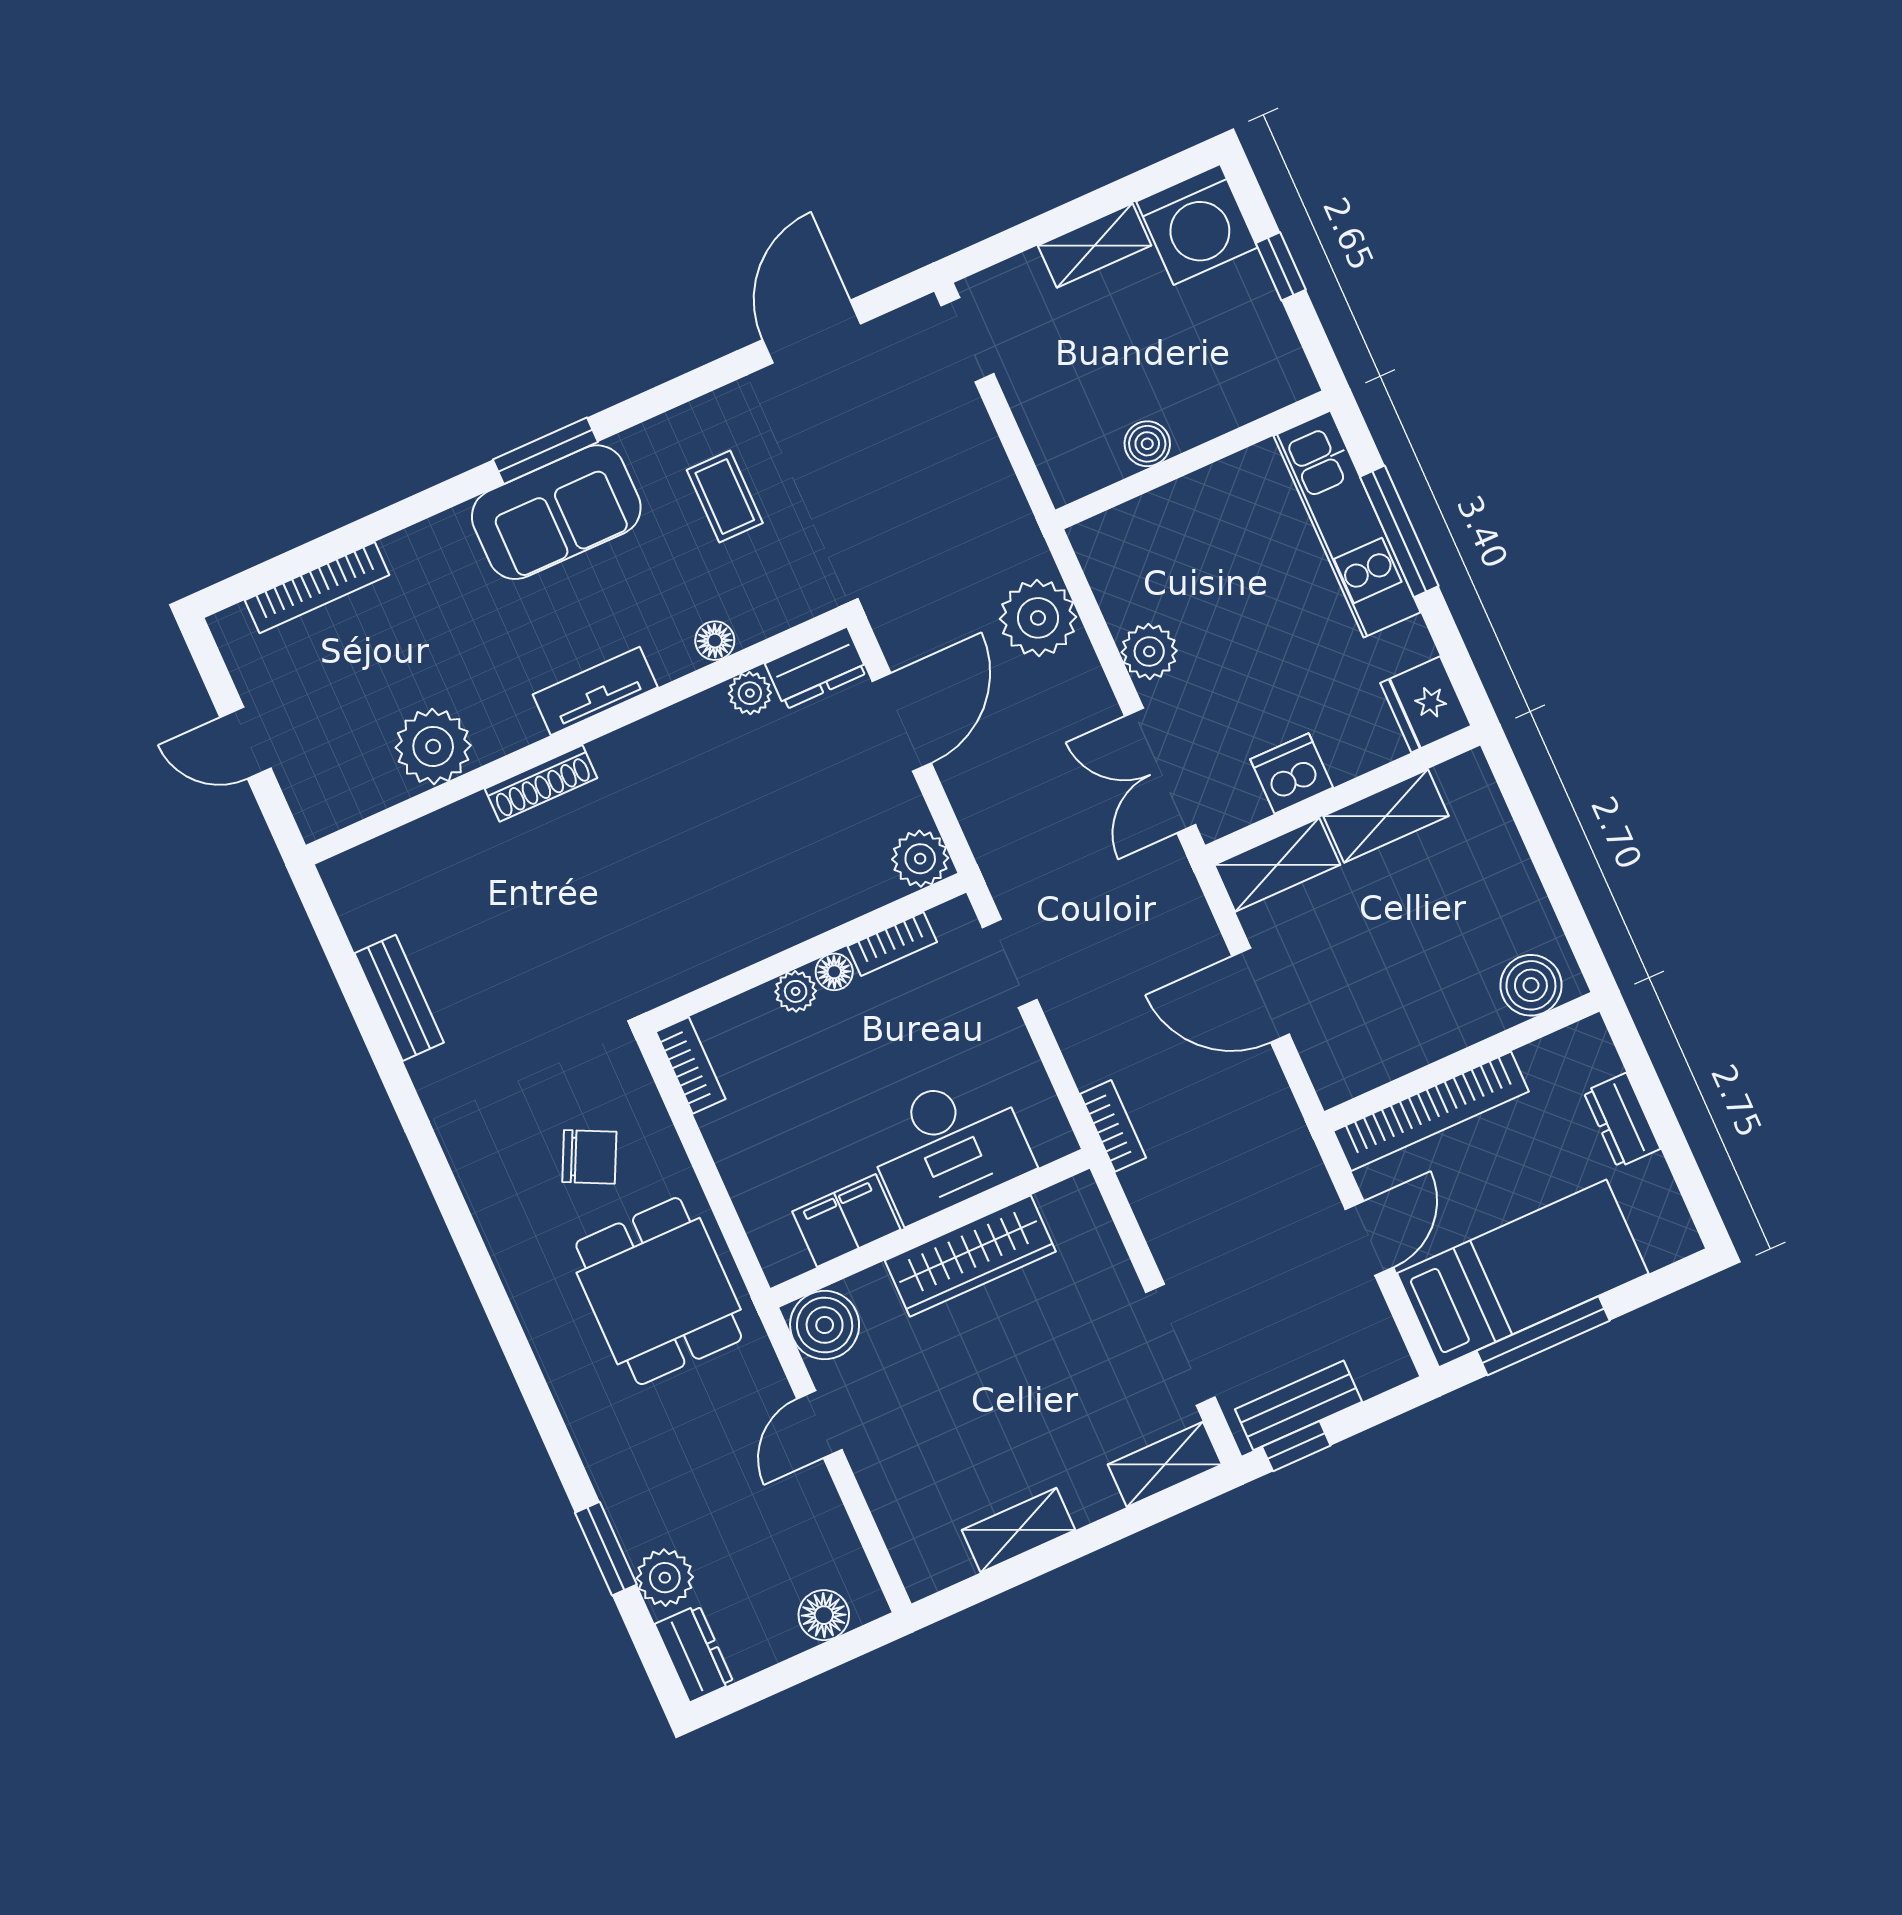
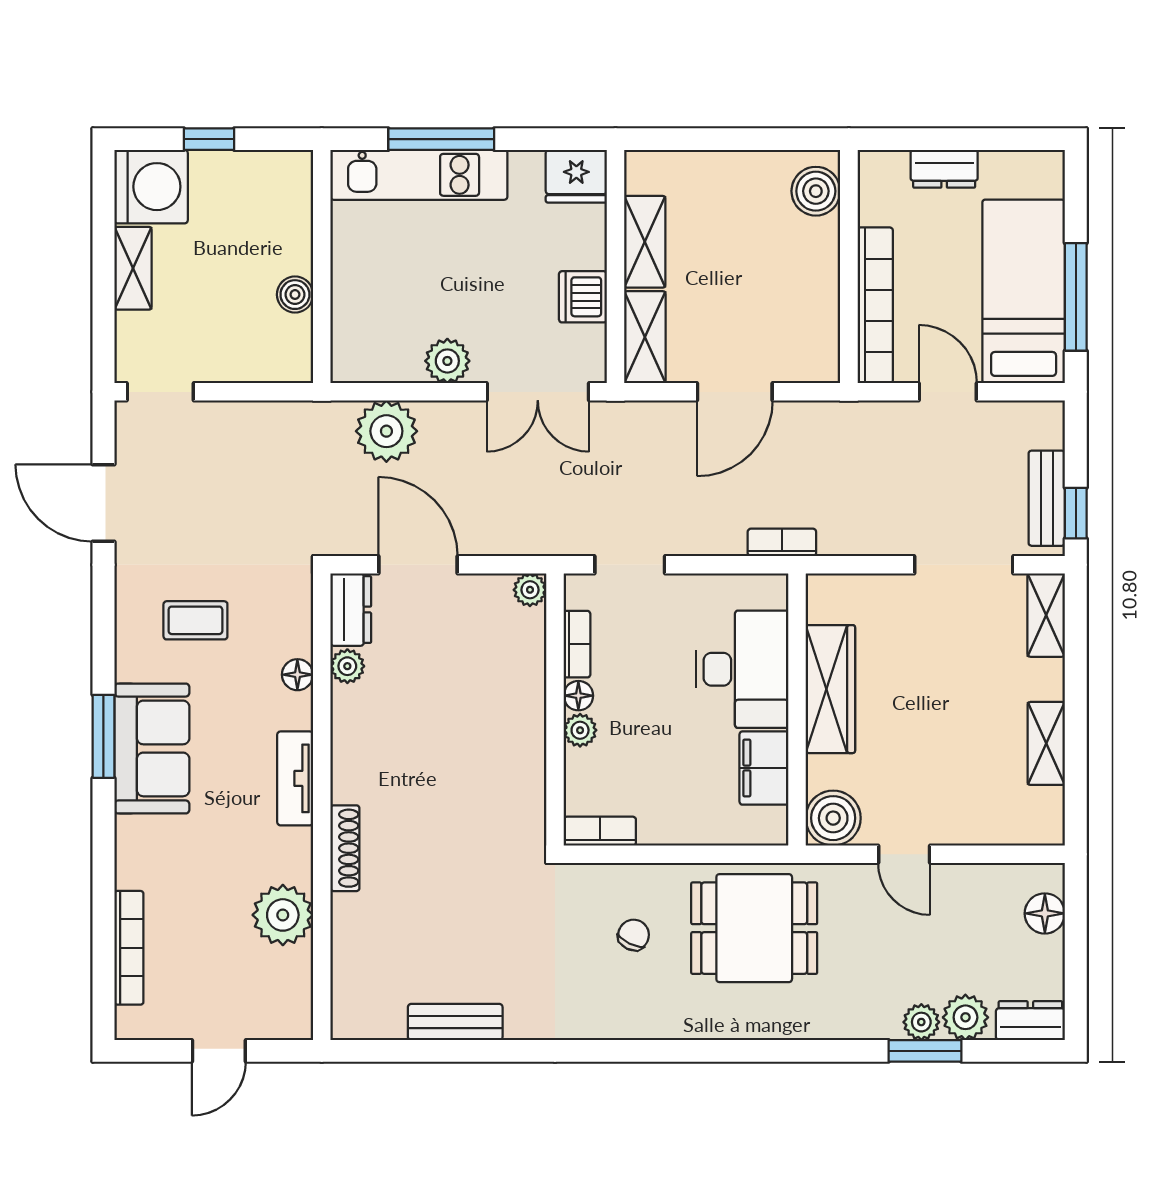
plant: (920, 859) -> (530, 590), width x0.73, depth x0.73
chair: (589, 1157) -> (634, 935), width x0.73, depth x0.73
plant: (637, 1530) -> (921, 1022), added

